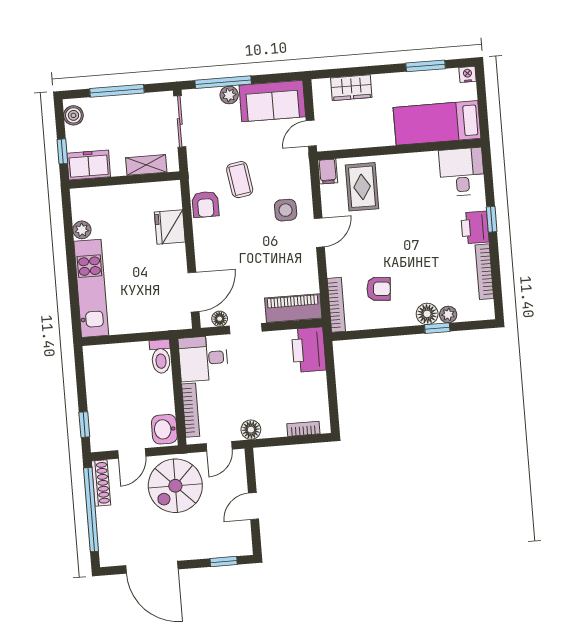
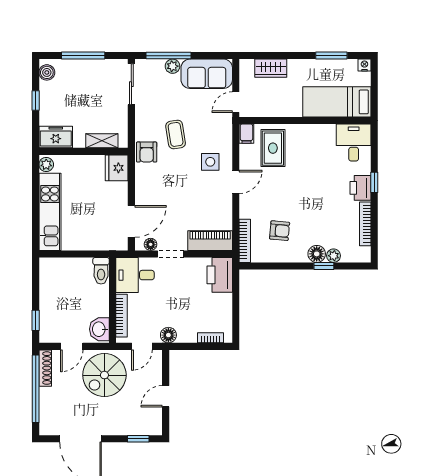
freezer: (89, 165) -> (56, 137), moved
shelving: (146, 165) -> (102, 141), moved
wall: (125, 180) -> (83, 151), moved

